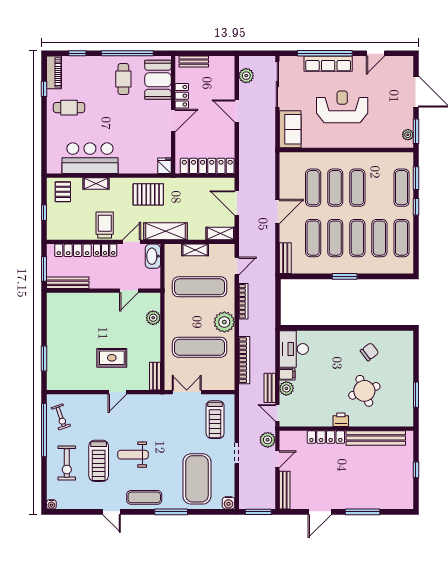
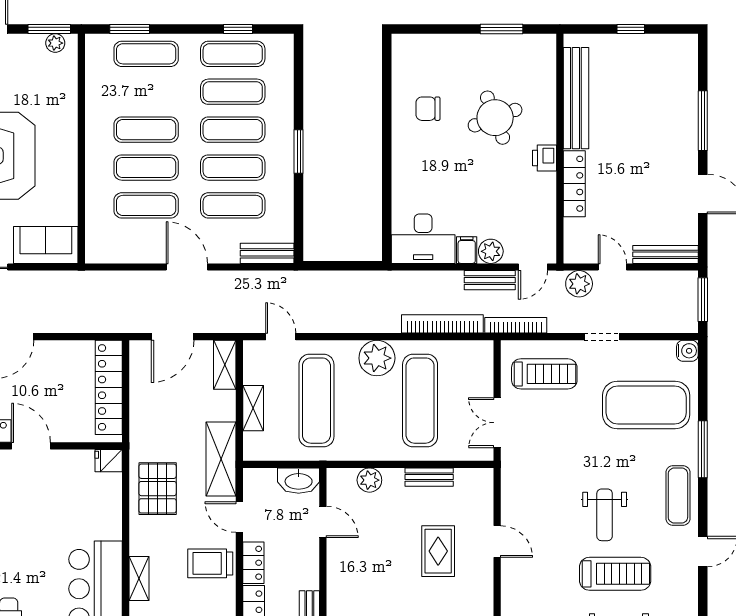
window: (416, 207) -> (238, 29), moved
washbasin: (153, 256) -> (299, 481), moved
bookcase: (243, 301) -> (516, 325), moved
chair: (370, 352) -> (428, 109), turned -53
bench: (155, 376) -> (429, 477), moved

